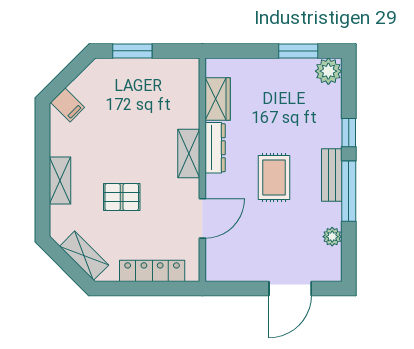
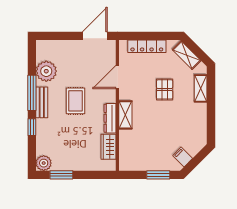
filing cabinet: (68, 105) -> (183, 157), moved
shelving: (60, 180) -> (201, 88), moved
pallet: (122, 197) -> (165, 89), turned 90
plant: (332, 237) -> (46, 71), width x1.87, depth x1.87
door: (290, 288) -> (95, 36), moved

